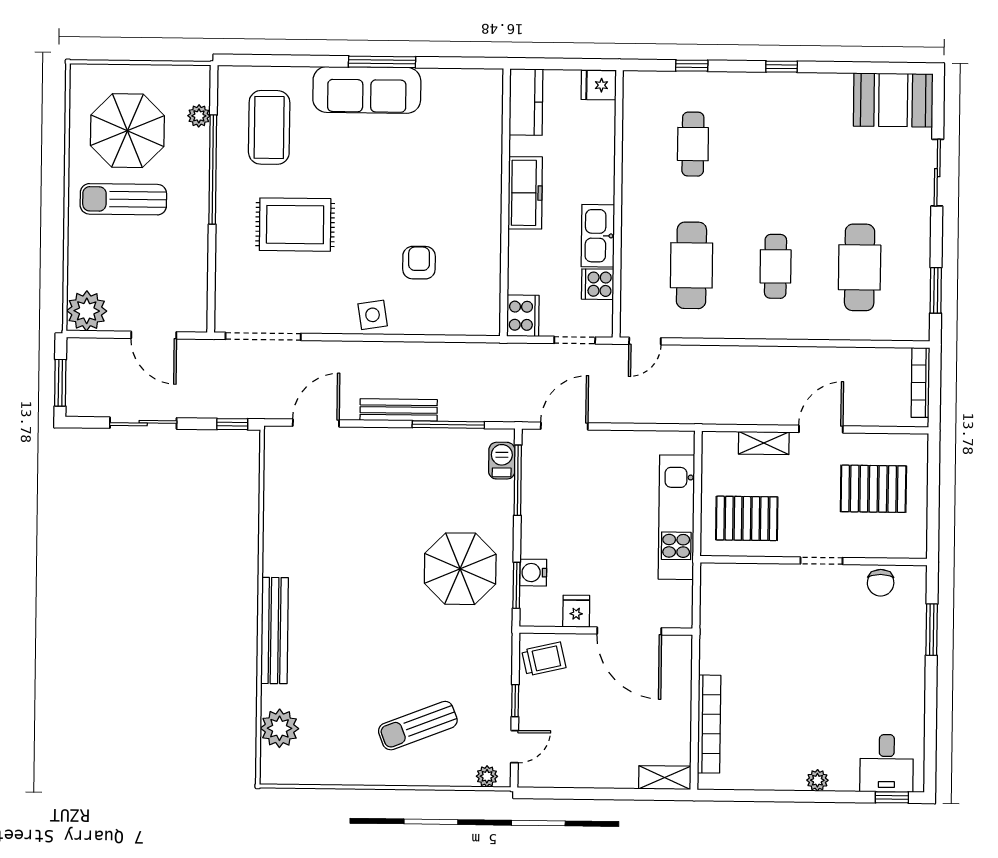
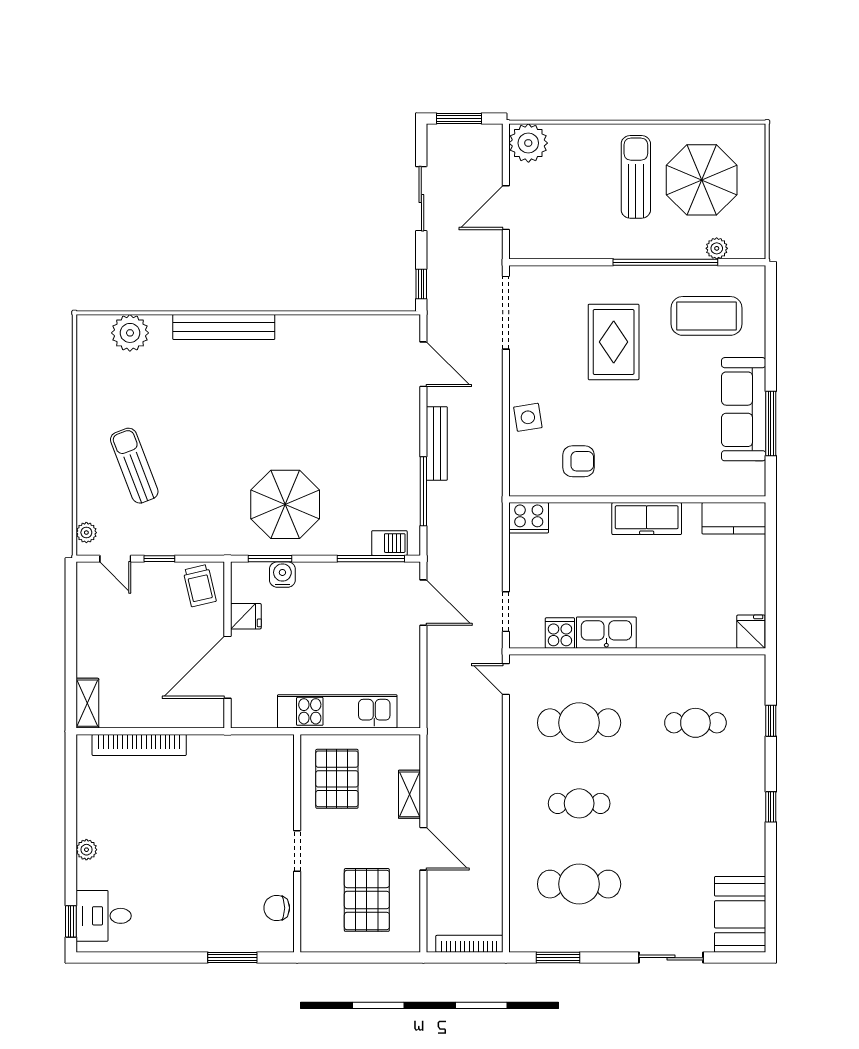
kitchen counter: (526, 102) -> (734, 518), moved
freezer: (525, 193) -> (647, 519), moved
wall: (505, 202) -> (637, 499), moved
cooker: (523, 316) -> (529, 518), moved

